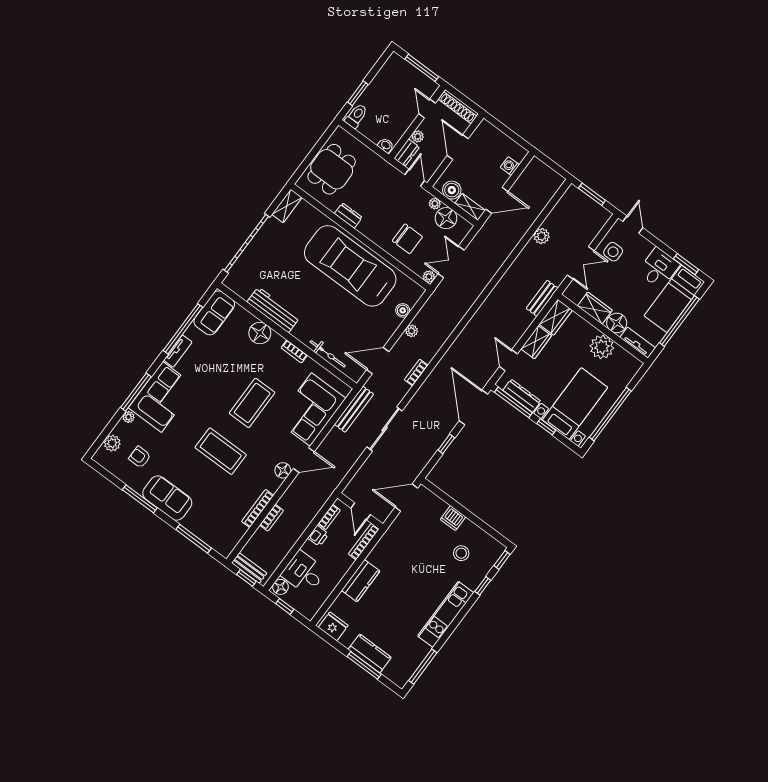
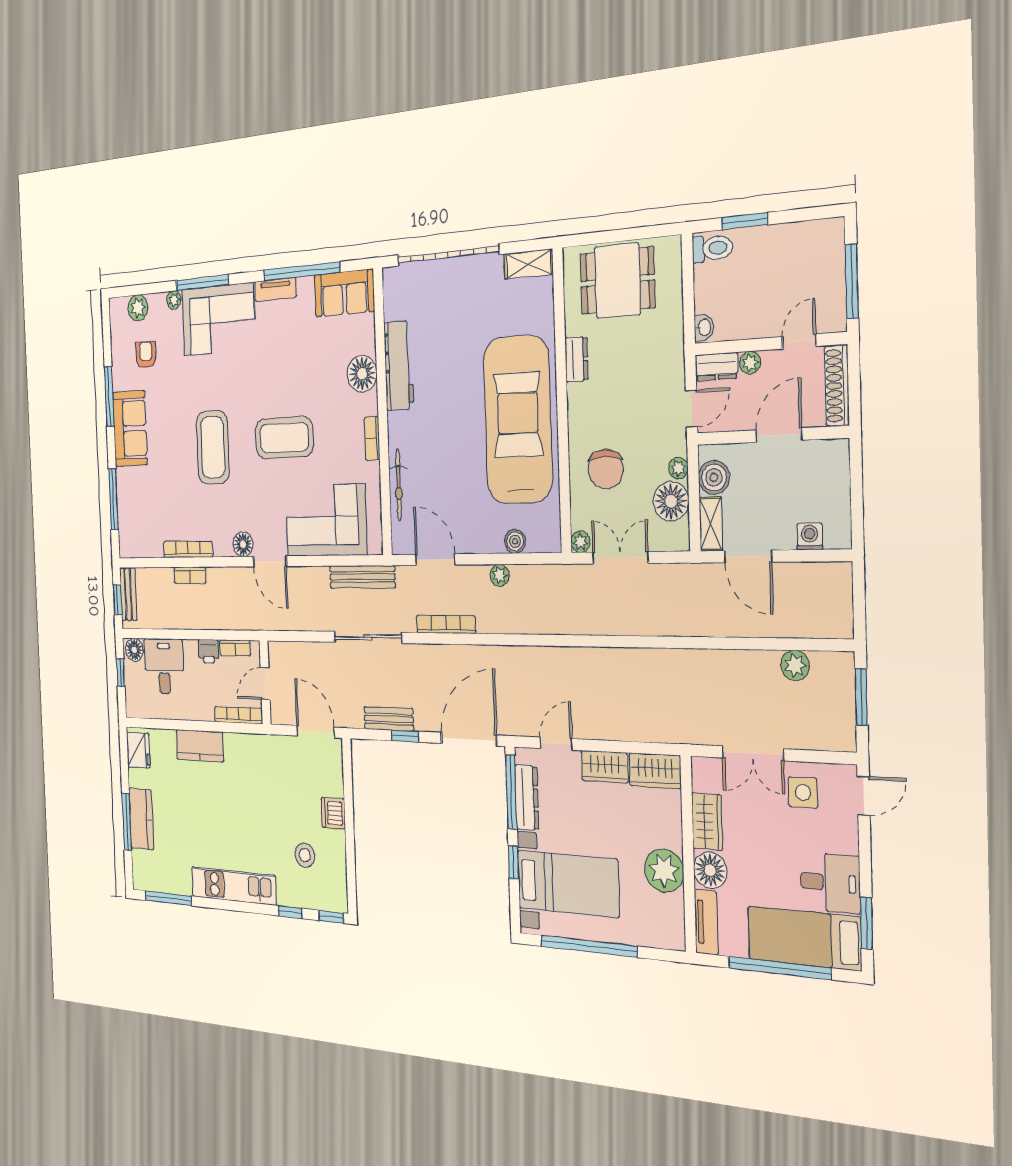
plant: (542, 236) -> (795, 665), moved
bench: (542, 298) -> (389, 719), moved
bookcase: (416, 372) -> (446, 624), width x1.56

